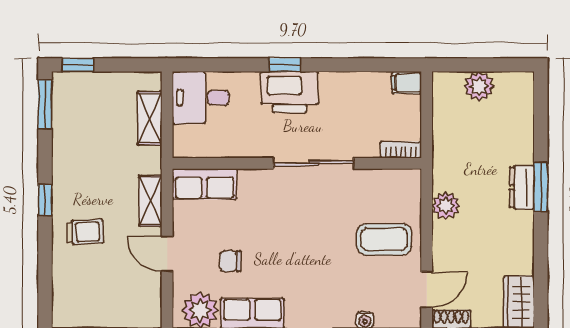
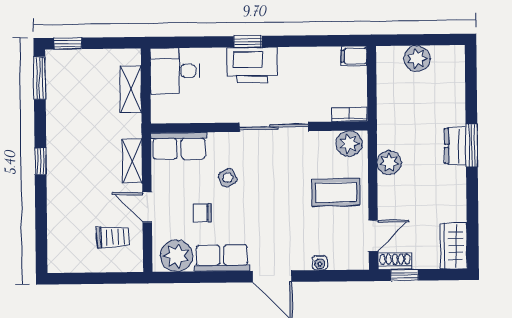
plant: (400, 183) -> (349, 144), added
side table: (260, 221) -> (228, 178), added
trolley: (85, 232) -> (113, 237), moved

